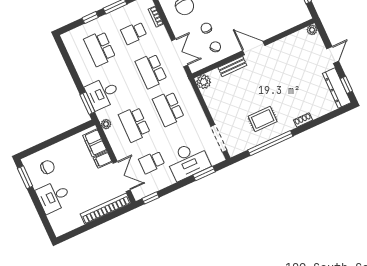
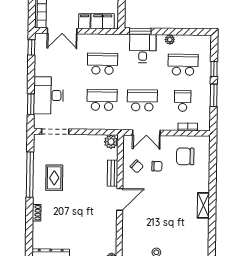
plant: (106, 124) -> (170, 40), moved
school desk: (152, 162) -> (62, 63), removed

